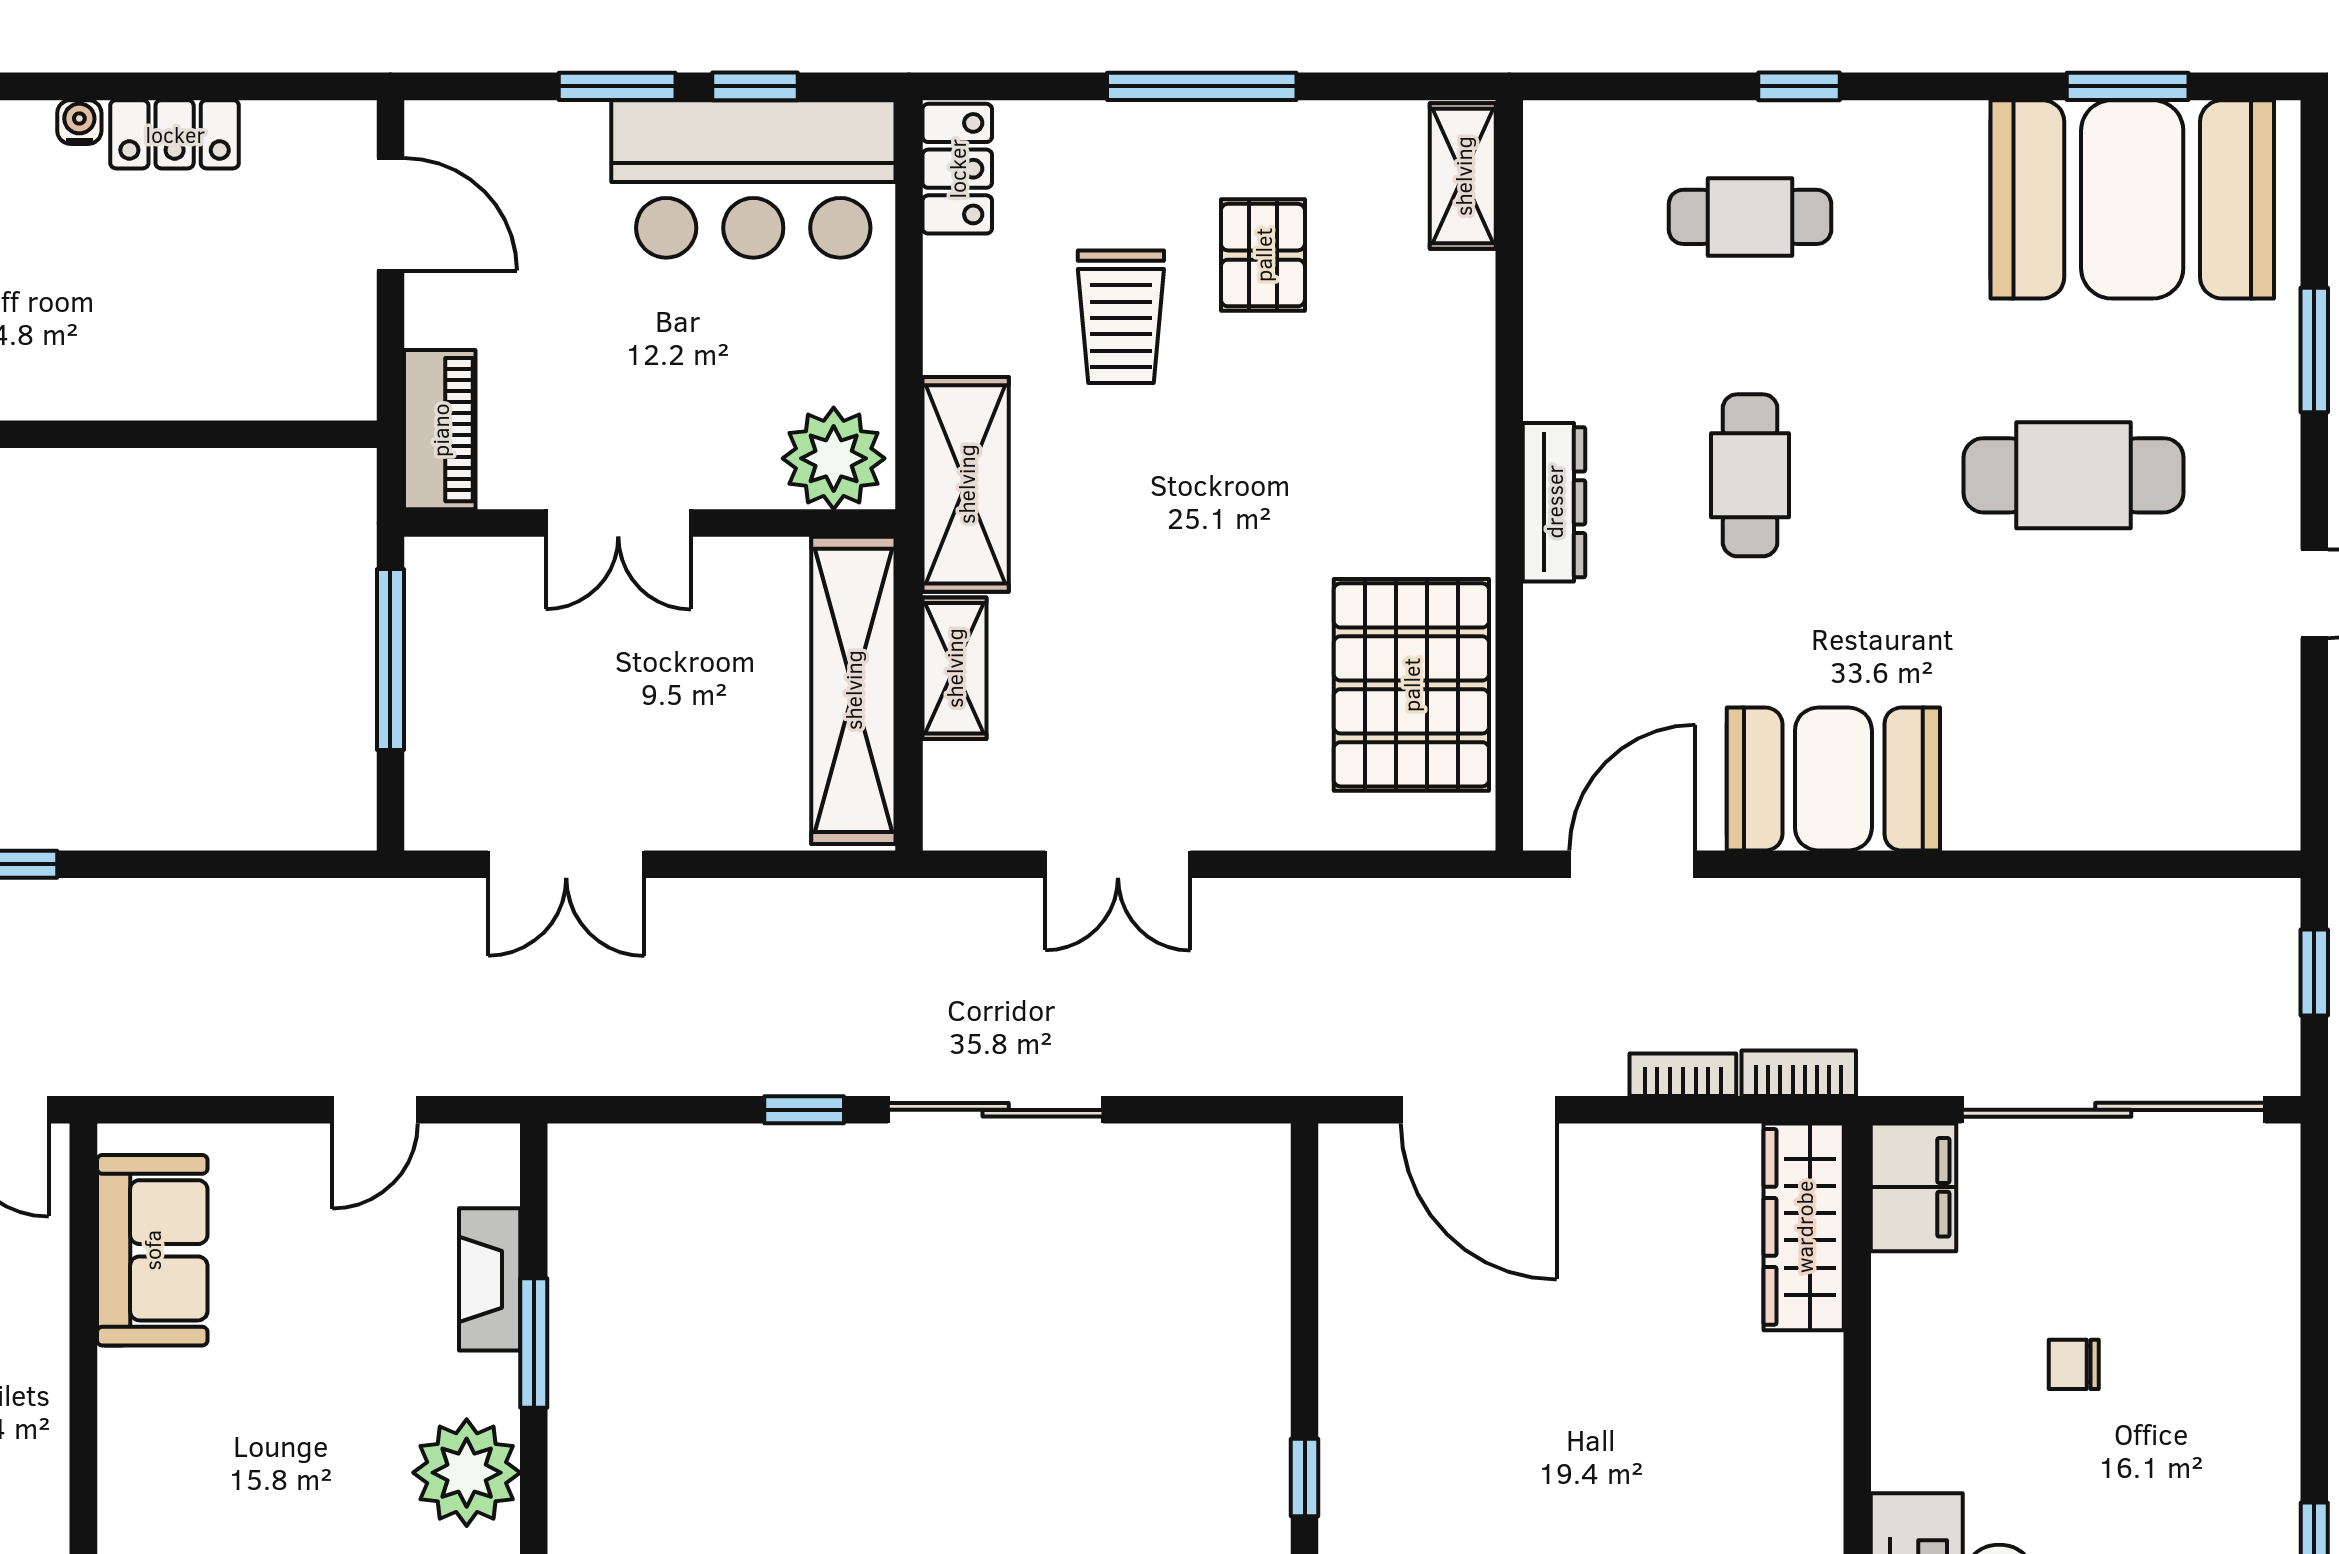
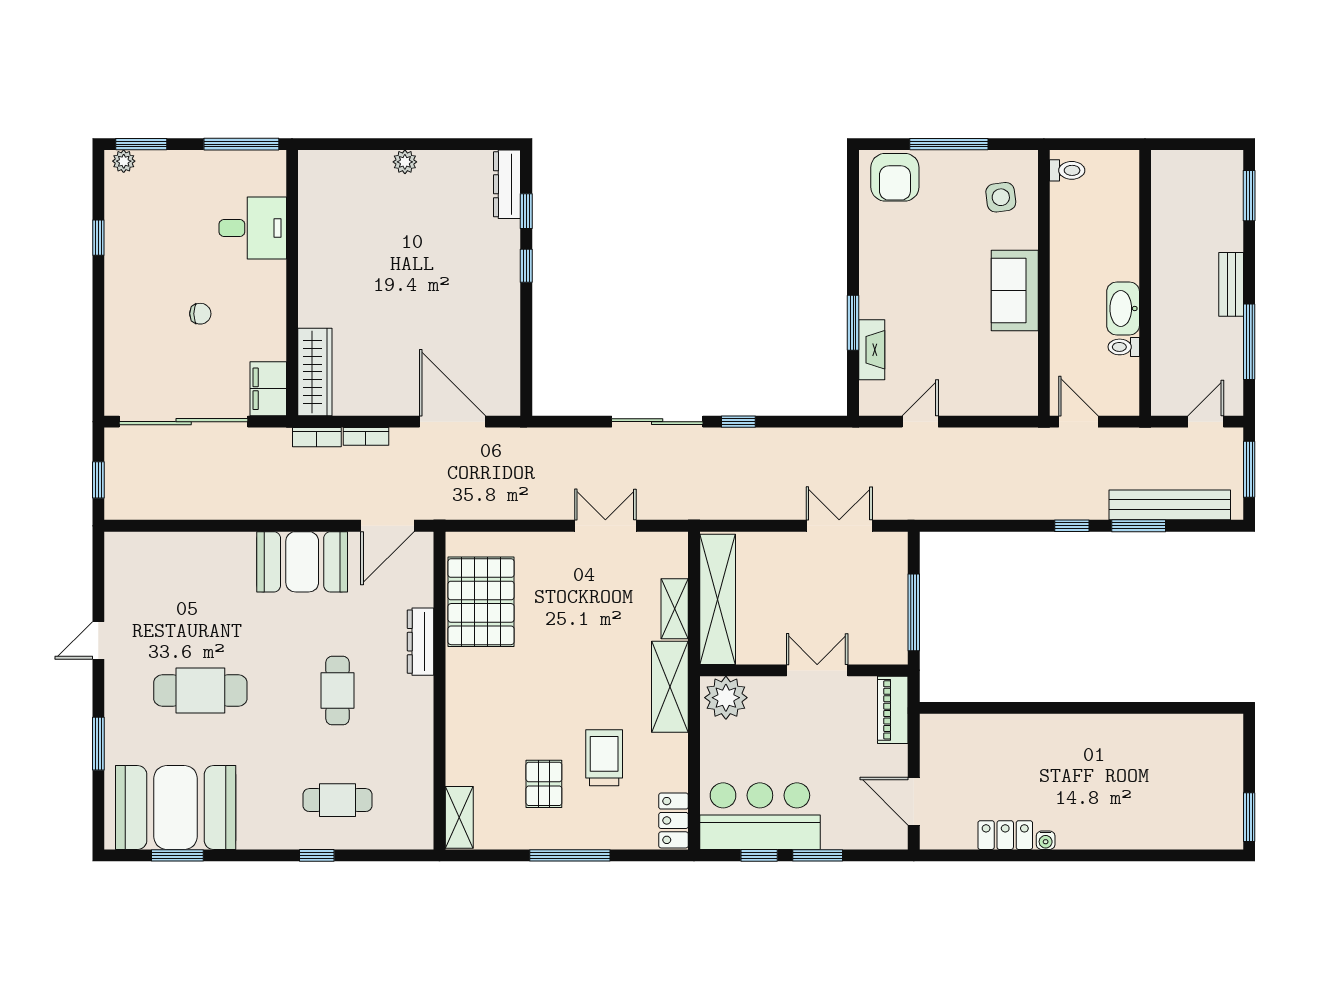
dresser: (1554, 502) -> (421, 642), moved
sofa: (152, 1250) -> (1015, 291), moved
plant: (467, 1473) -> (881, 268), removed

